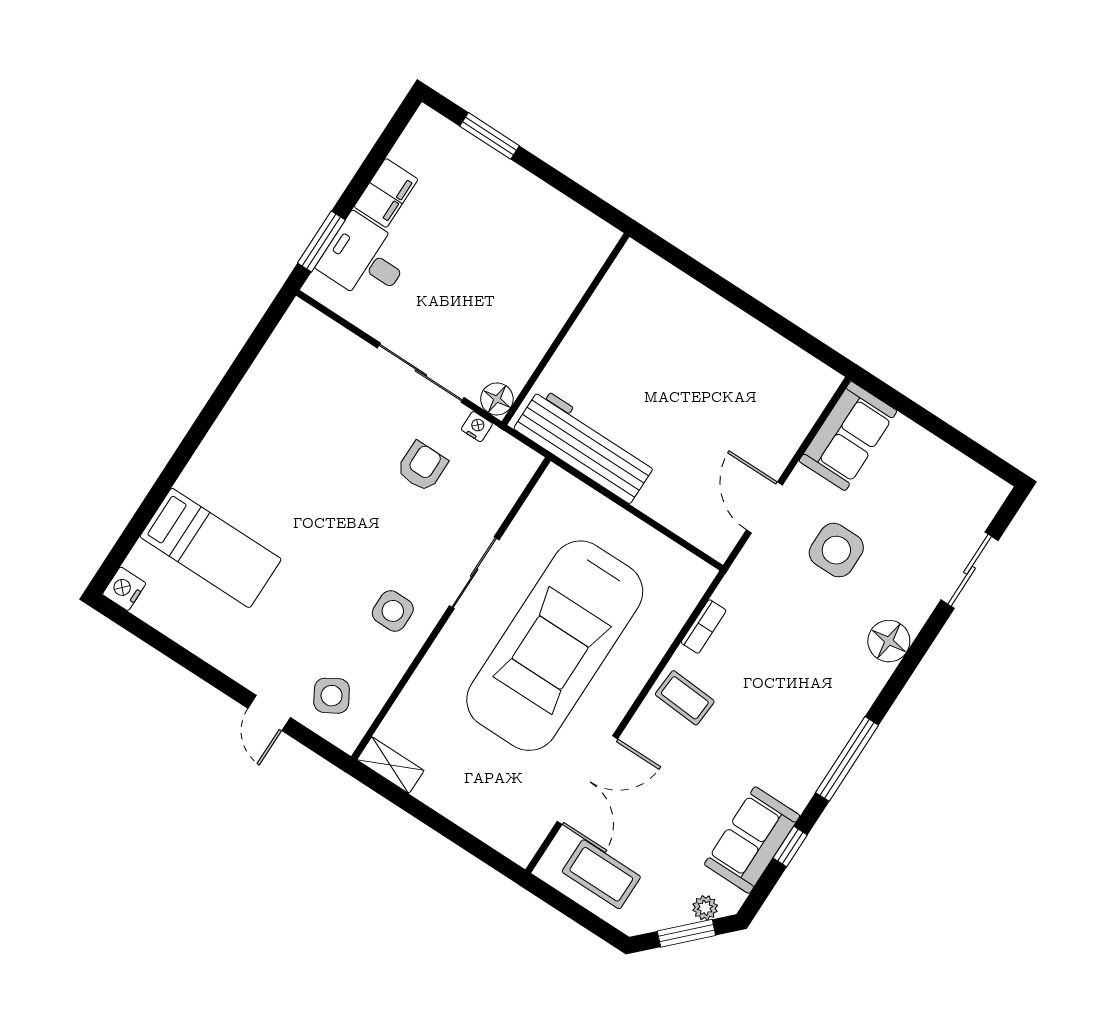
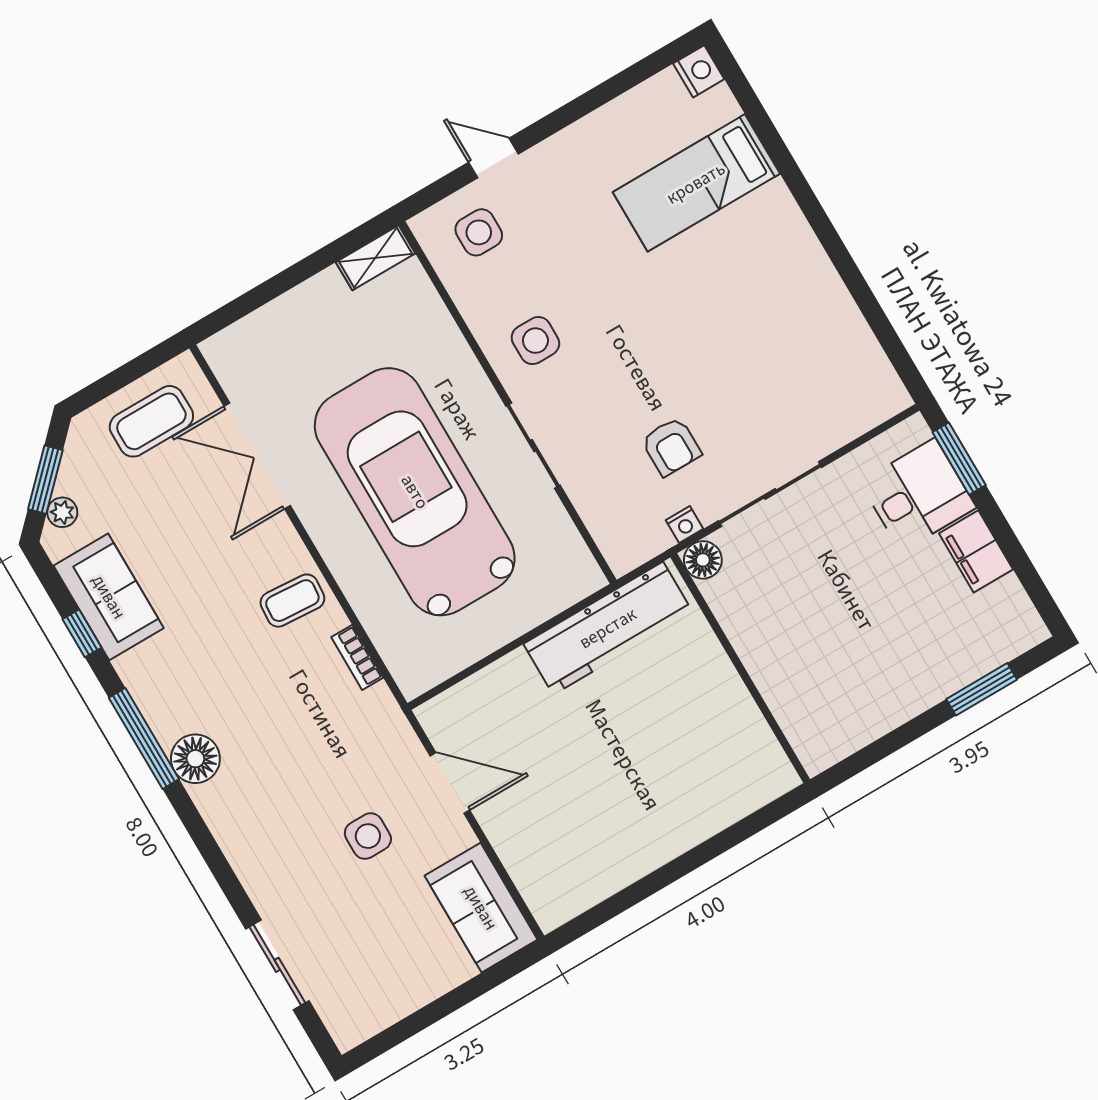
side table: (836, 550) -> (368, 836), width x0.73, depth x0.73
floor lamp: (889, 641) -> (195, 759), moved
side table: (332, 696) -> (479, 232), turned 30

